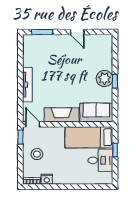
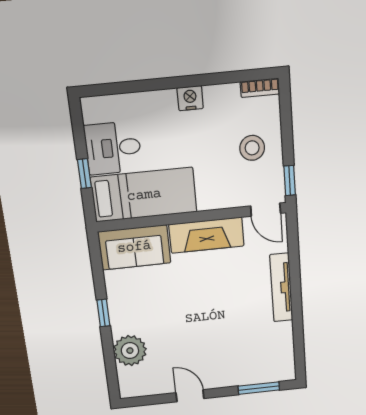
plant: (104, 79) -> (130, 351), moved
nightstand: (47, 179) -> (190, 98), moved

